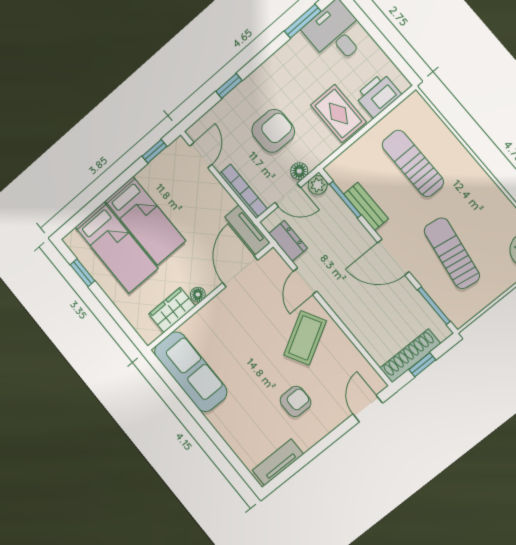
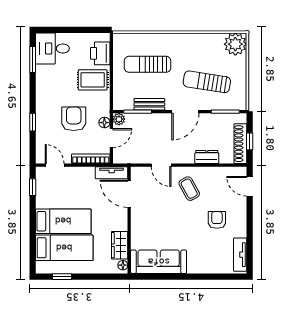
dresser: (288, 241) -> (207, 157), moved
floor lamp: (198, 295) -> (123, 265), moved
coffee table: (305, 338) -> (189, 189), width x0.73, depth x0.77

